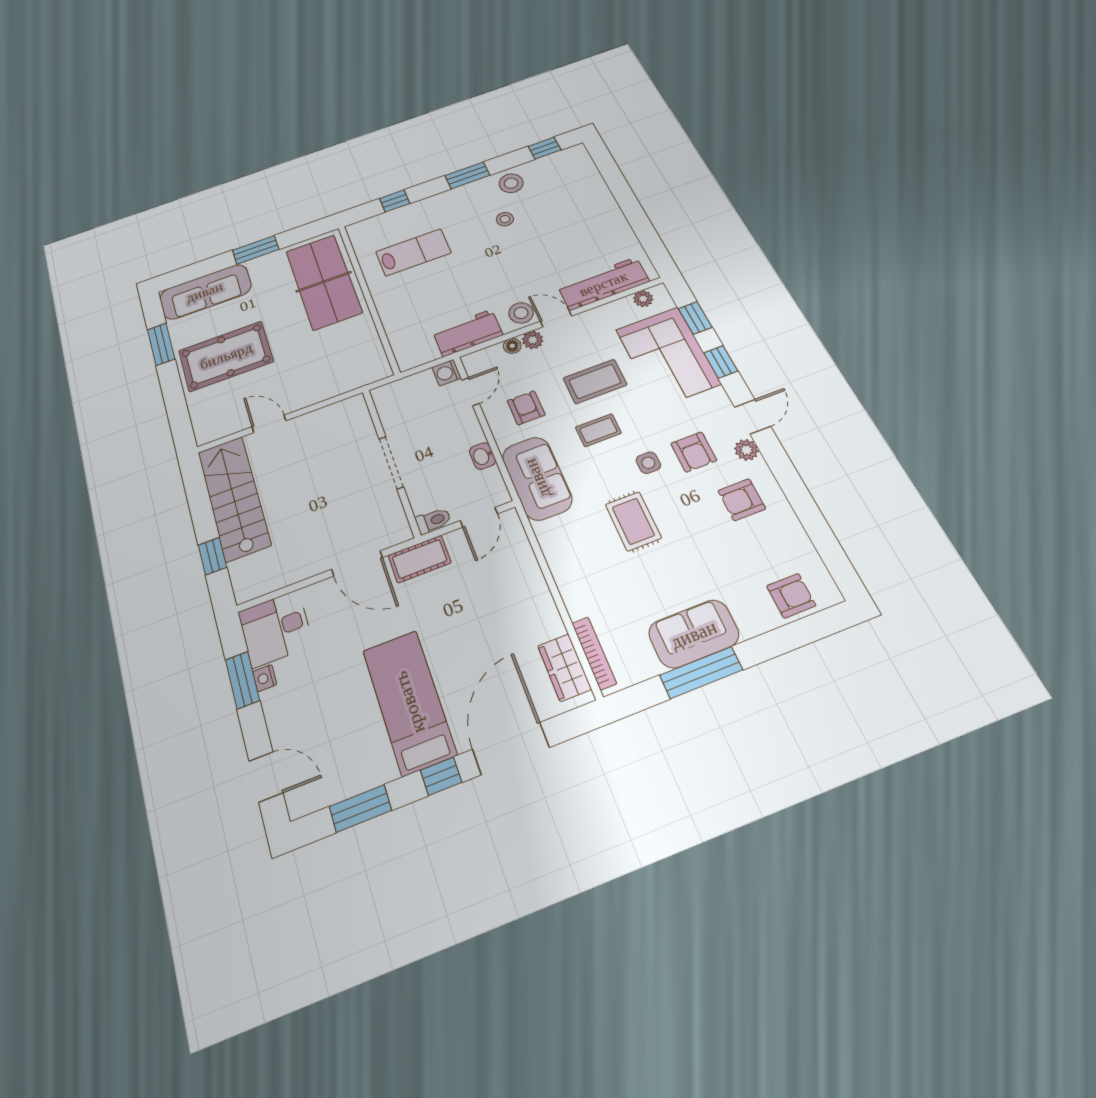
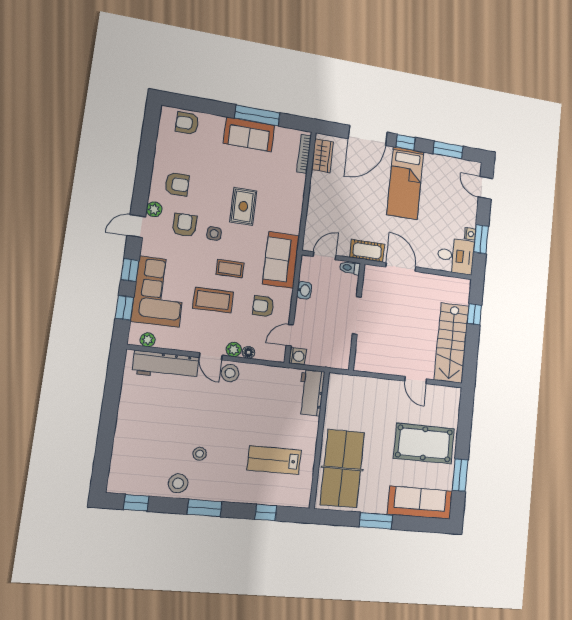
workbench: (468, 333) -> (311, 393), moved, turned 90
armchair: (526, 408) -> (263, 306), turned 90

